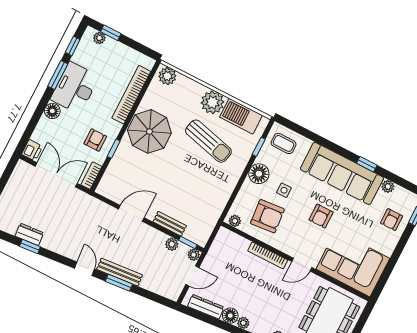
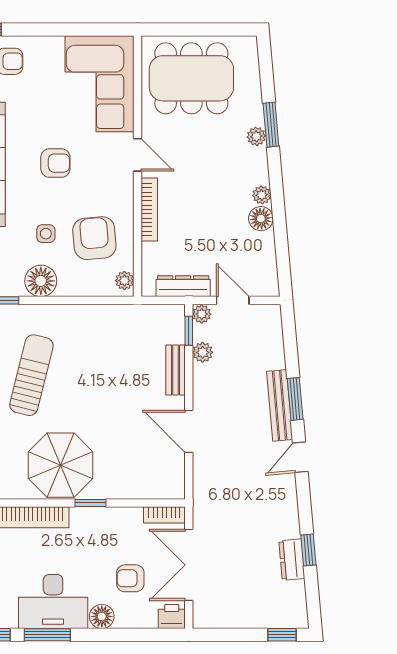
armchair: (95, 140) -> (130, 578), moved
window: (114, 149) -> (91, 503), moved
dresser: (206, 307) -> (183, 286), moved, turned 95

